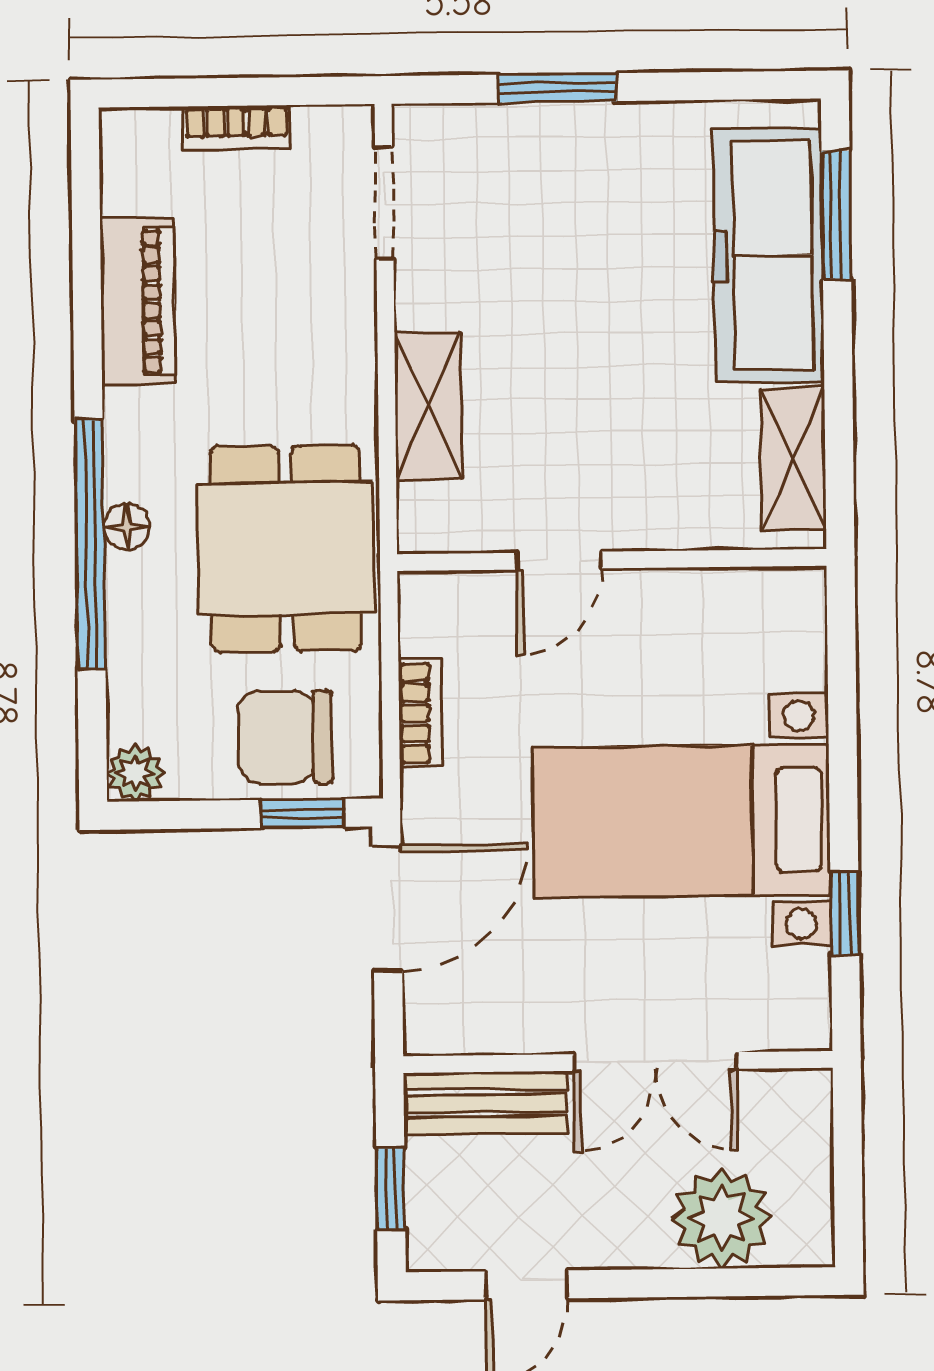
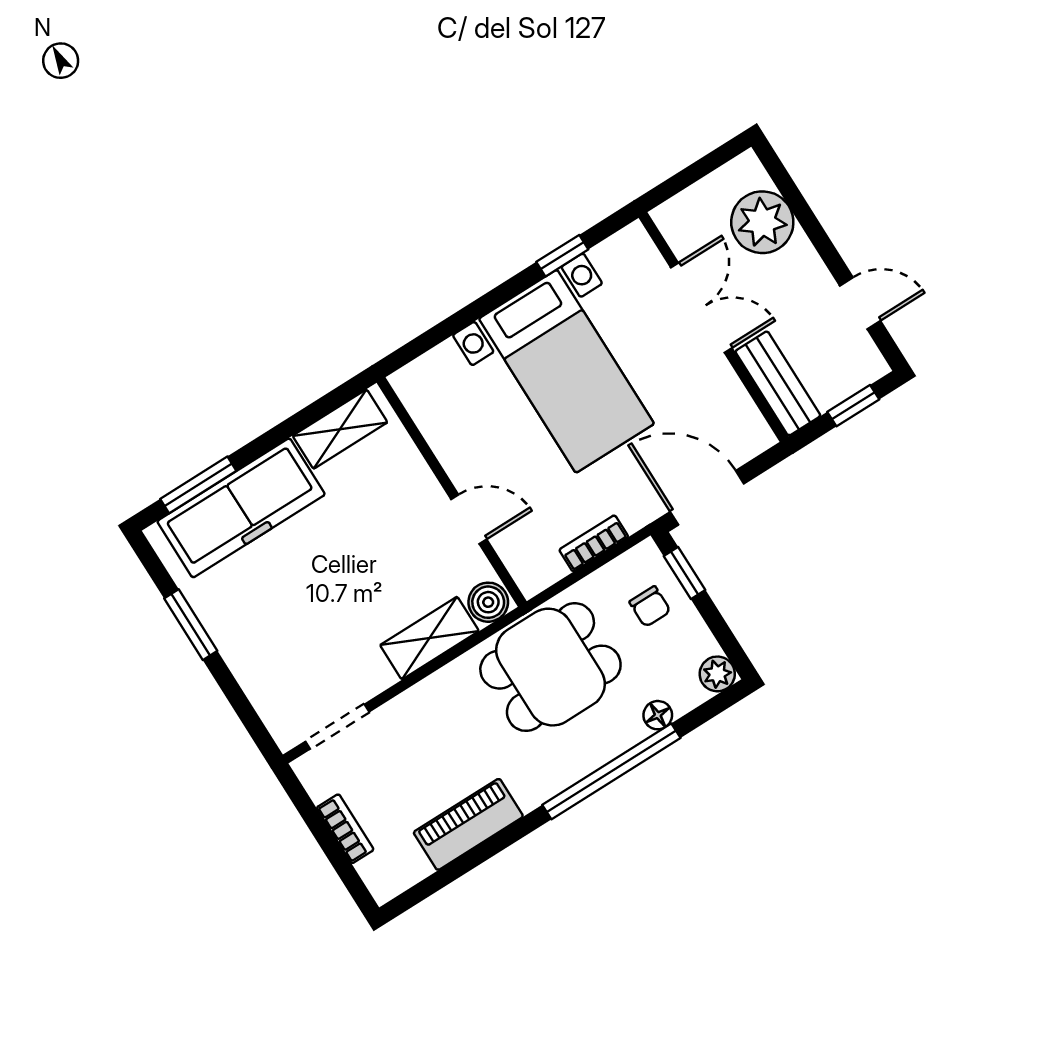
window: (557, 88) -> (191, 625), moved
boiler: (428, 517) -> (488, 602), added
floor lamp: (127, 527) -> (658, 715), moved
chair: (285, 737) -> (650, 607), width x0.54, depth x0.54

